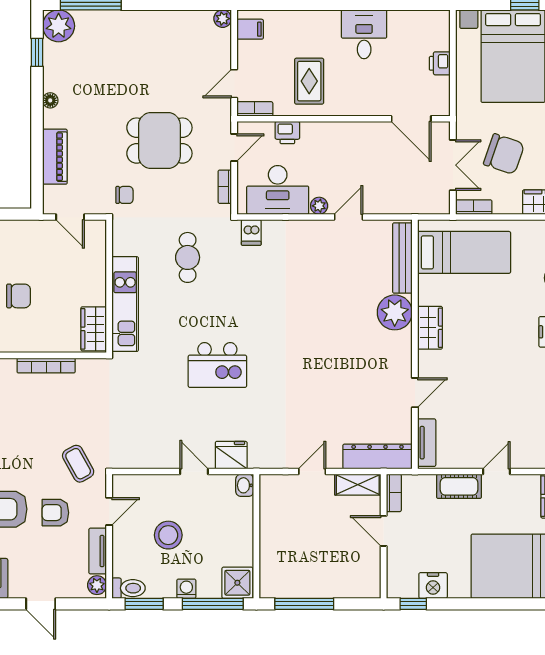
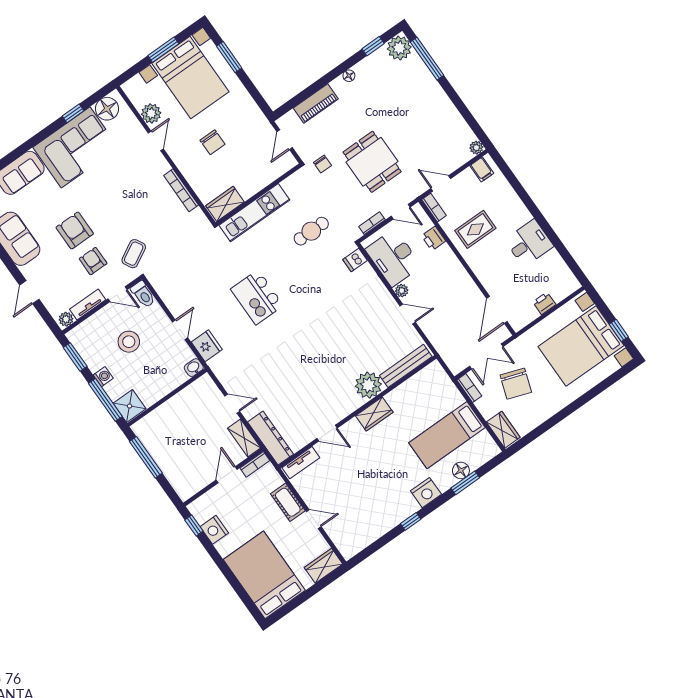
bed: (464, 252) -> (447, 435), moved, turned 90
toilet: (128, 588) -> (143, 294), moved

